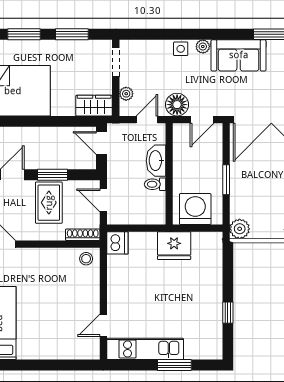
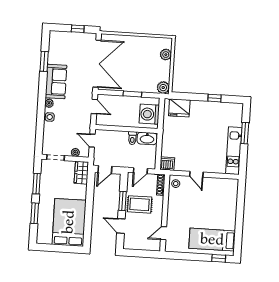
floor lamp: (177, 105) -> (84, 121), removed
washbasin: (156, 161) -> (147, 138), moved
fridge: (174, 246) -> (179, 108), moved, turned 90
door: (103, 325) -> (196, 174), moved

